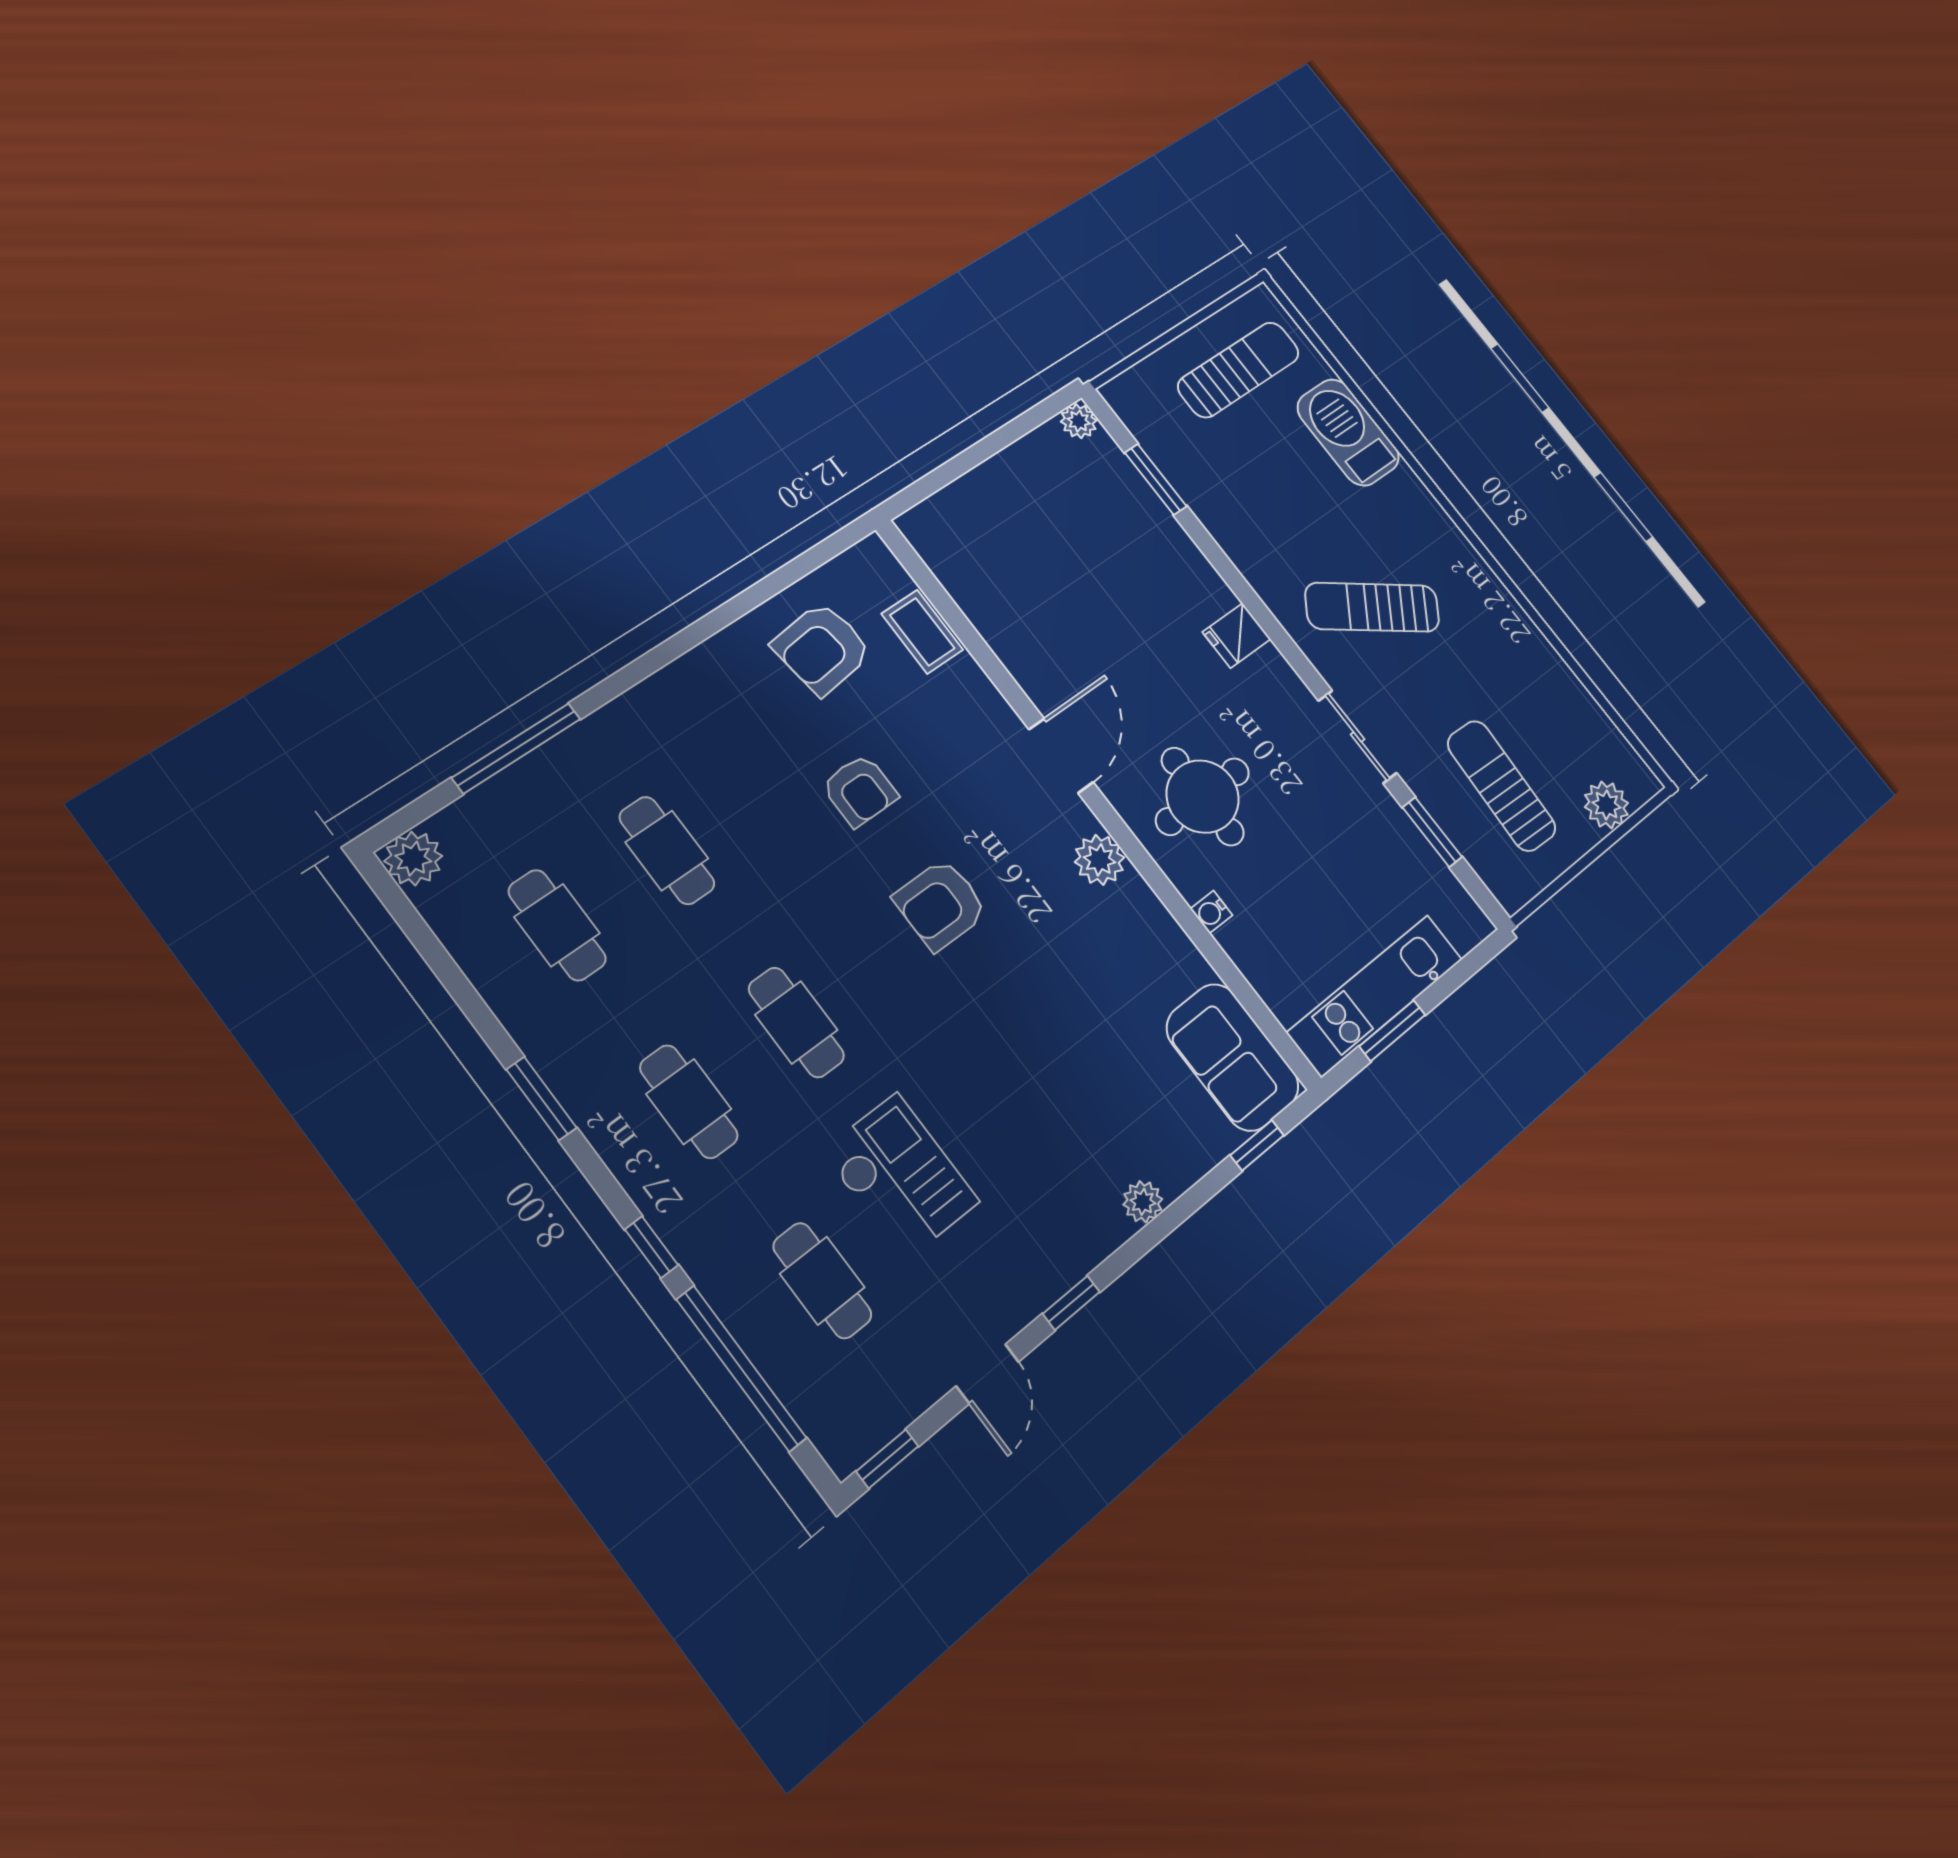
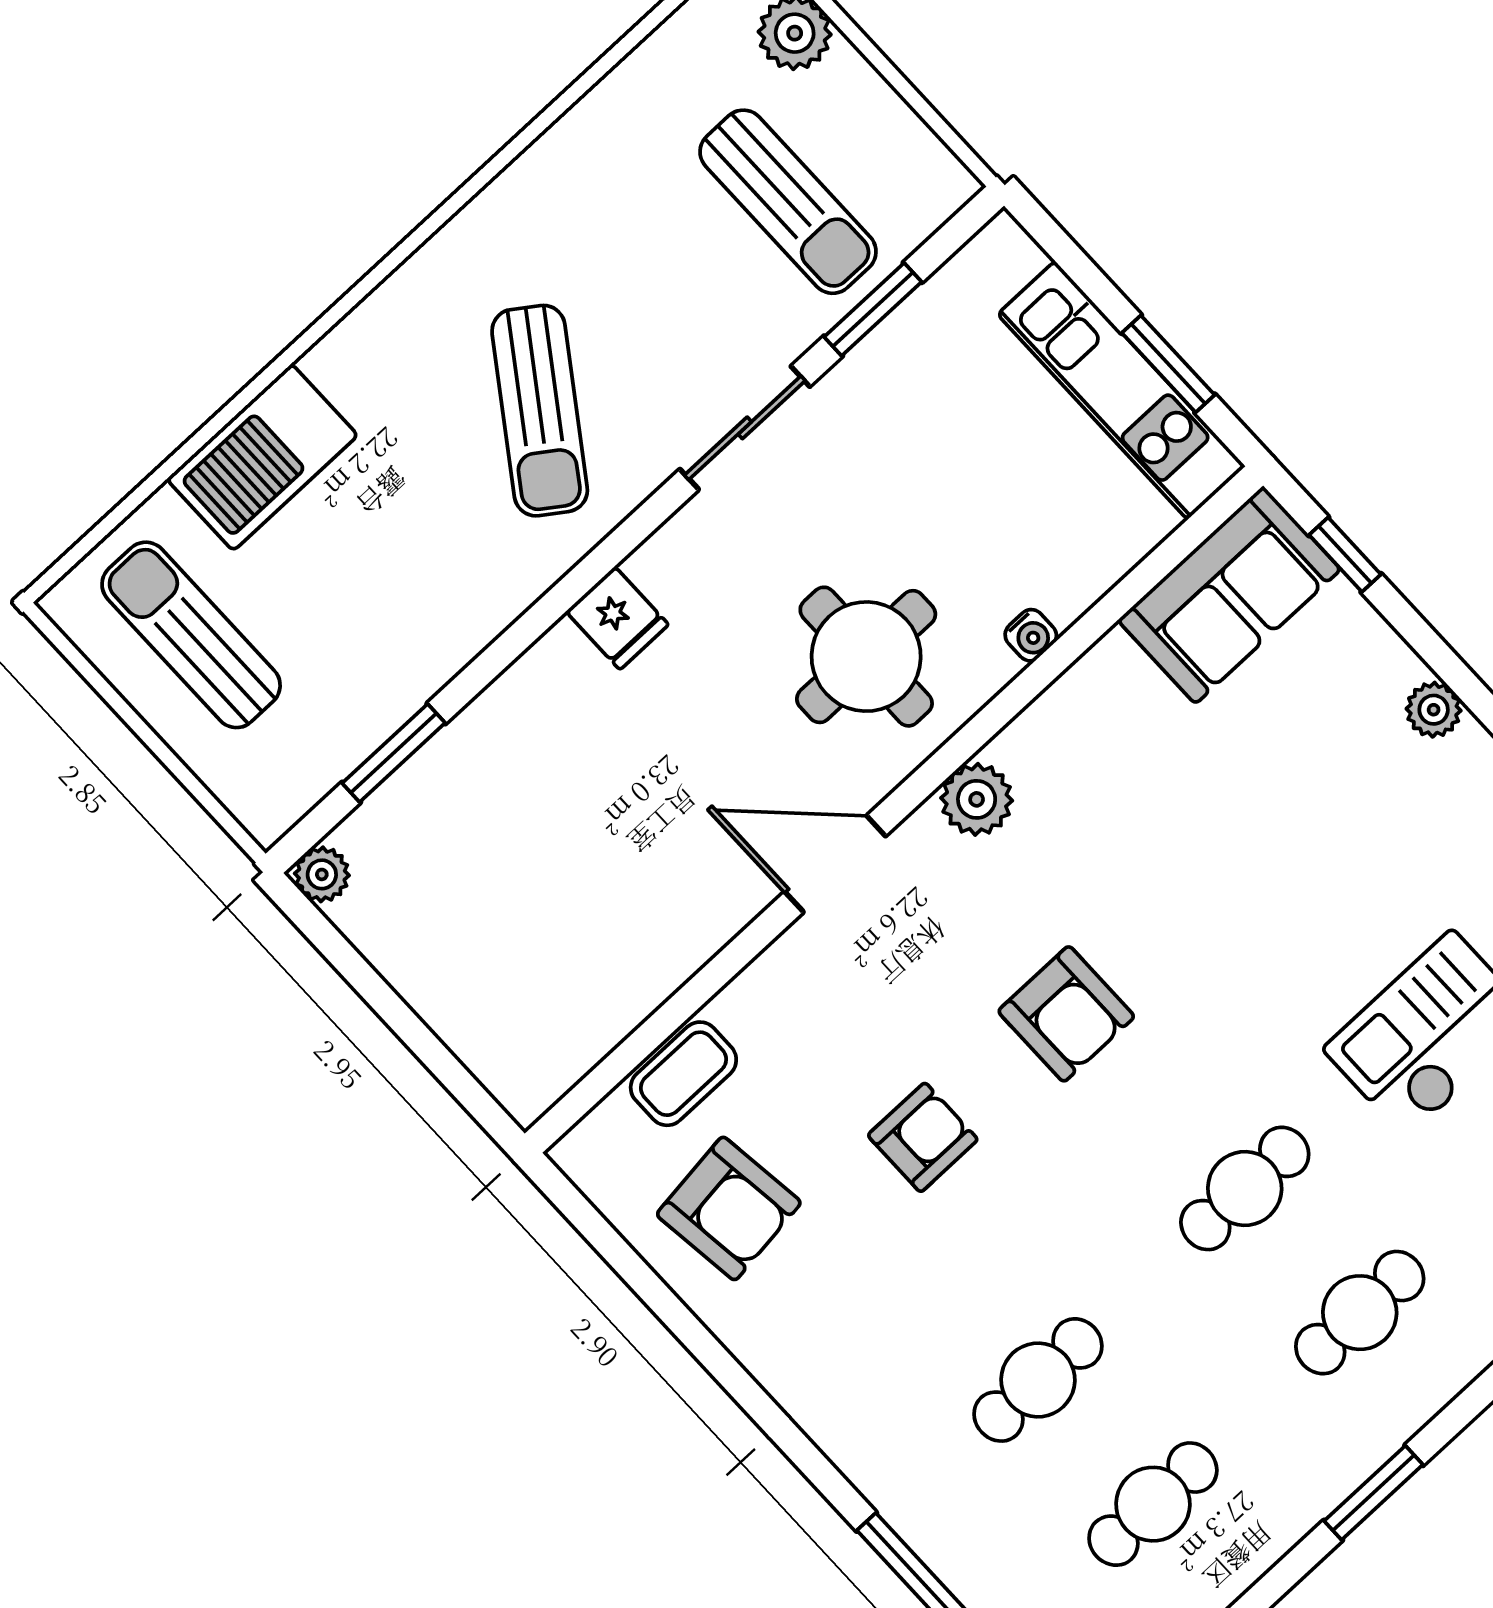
sun lounger: (1502, 786) -> (788, 202), turned -93

